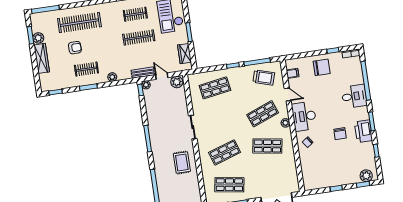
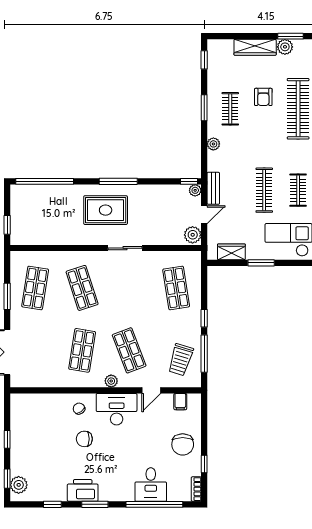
desk: (354, 96) -> (151, 485), moved
chair: (340, 134) -> (84, 439), moved
rug: (182, 163) -> (106, 210), moved, width x1.36, depth x1.43

